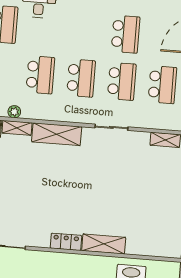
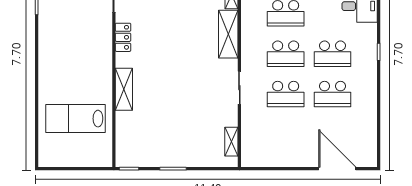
school desk: (162, 85) -> (333, 54), moved
locker: (66, 242) -> (123, 37), moved

